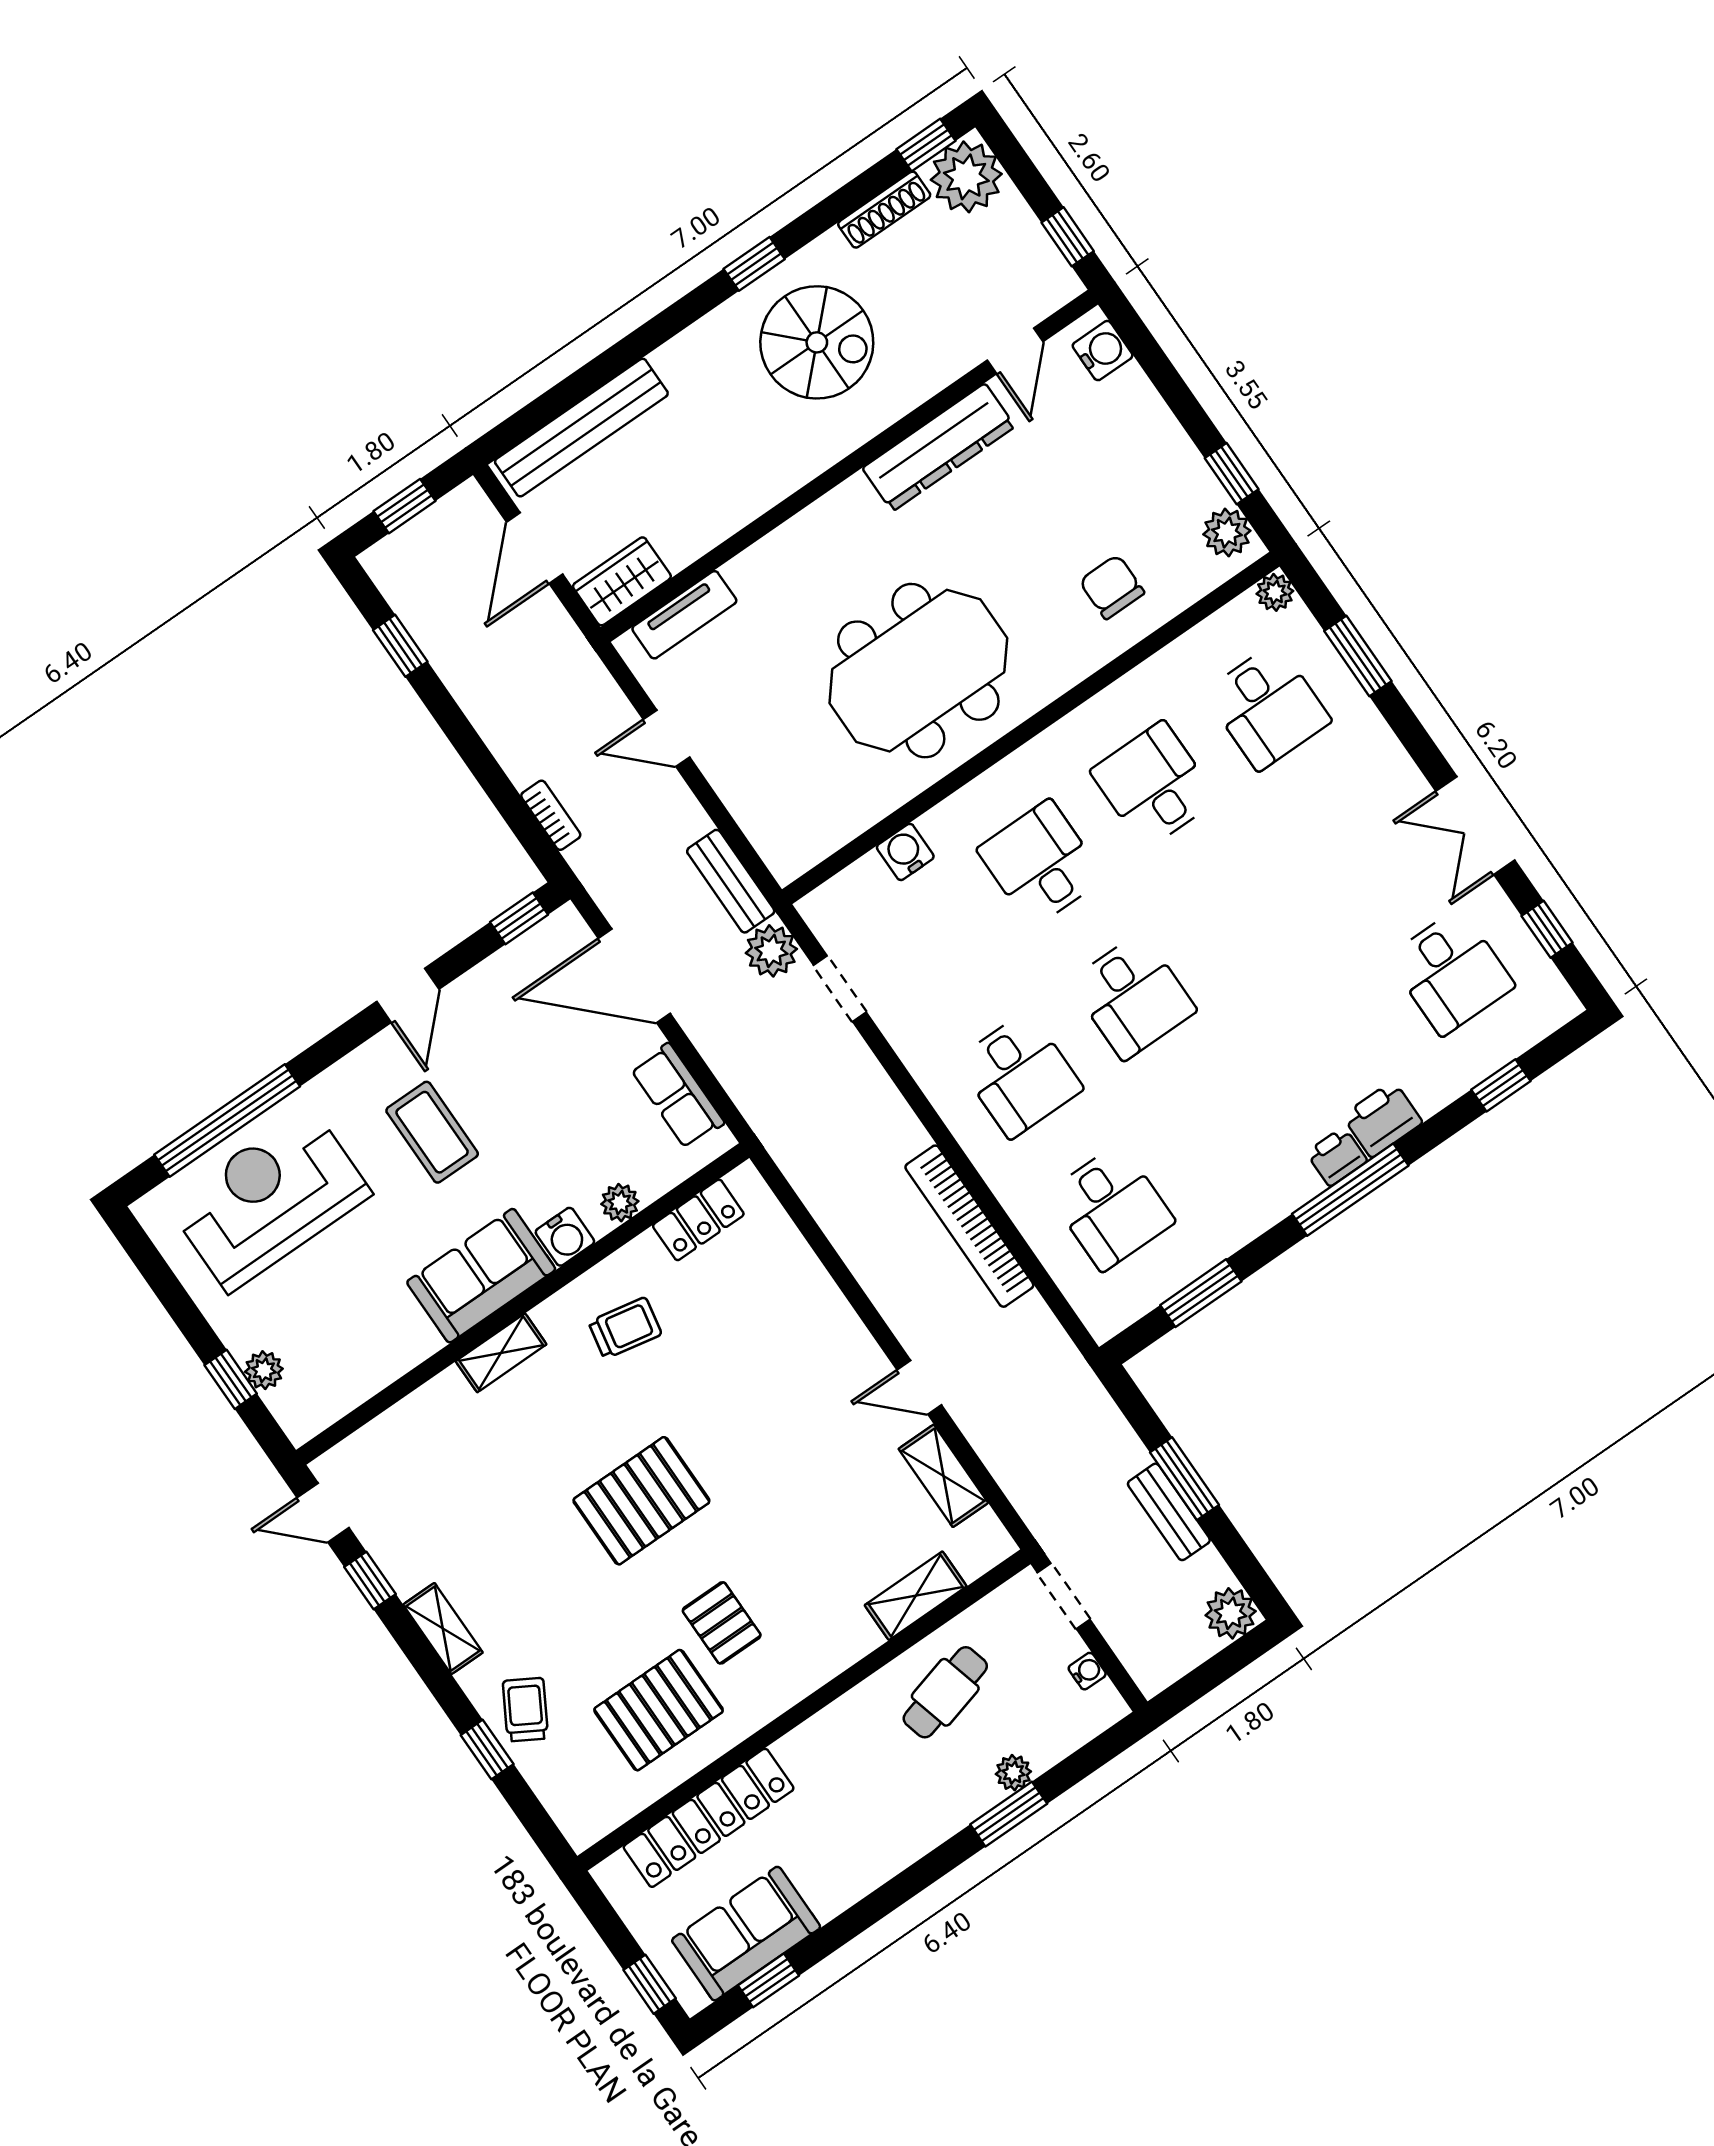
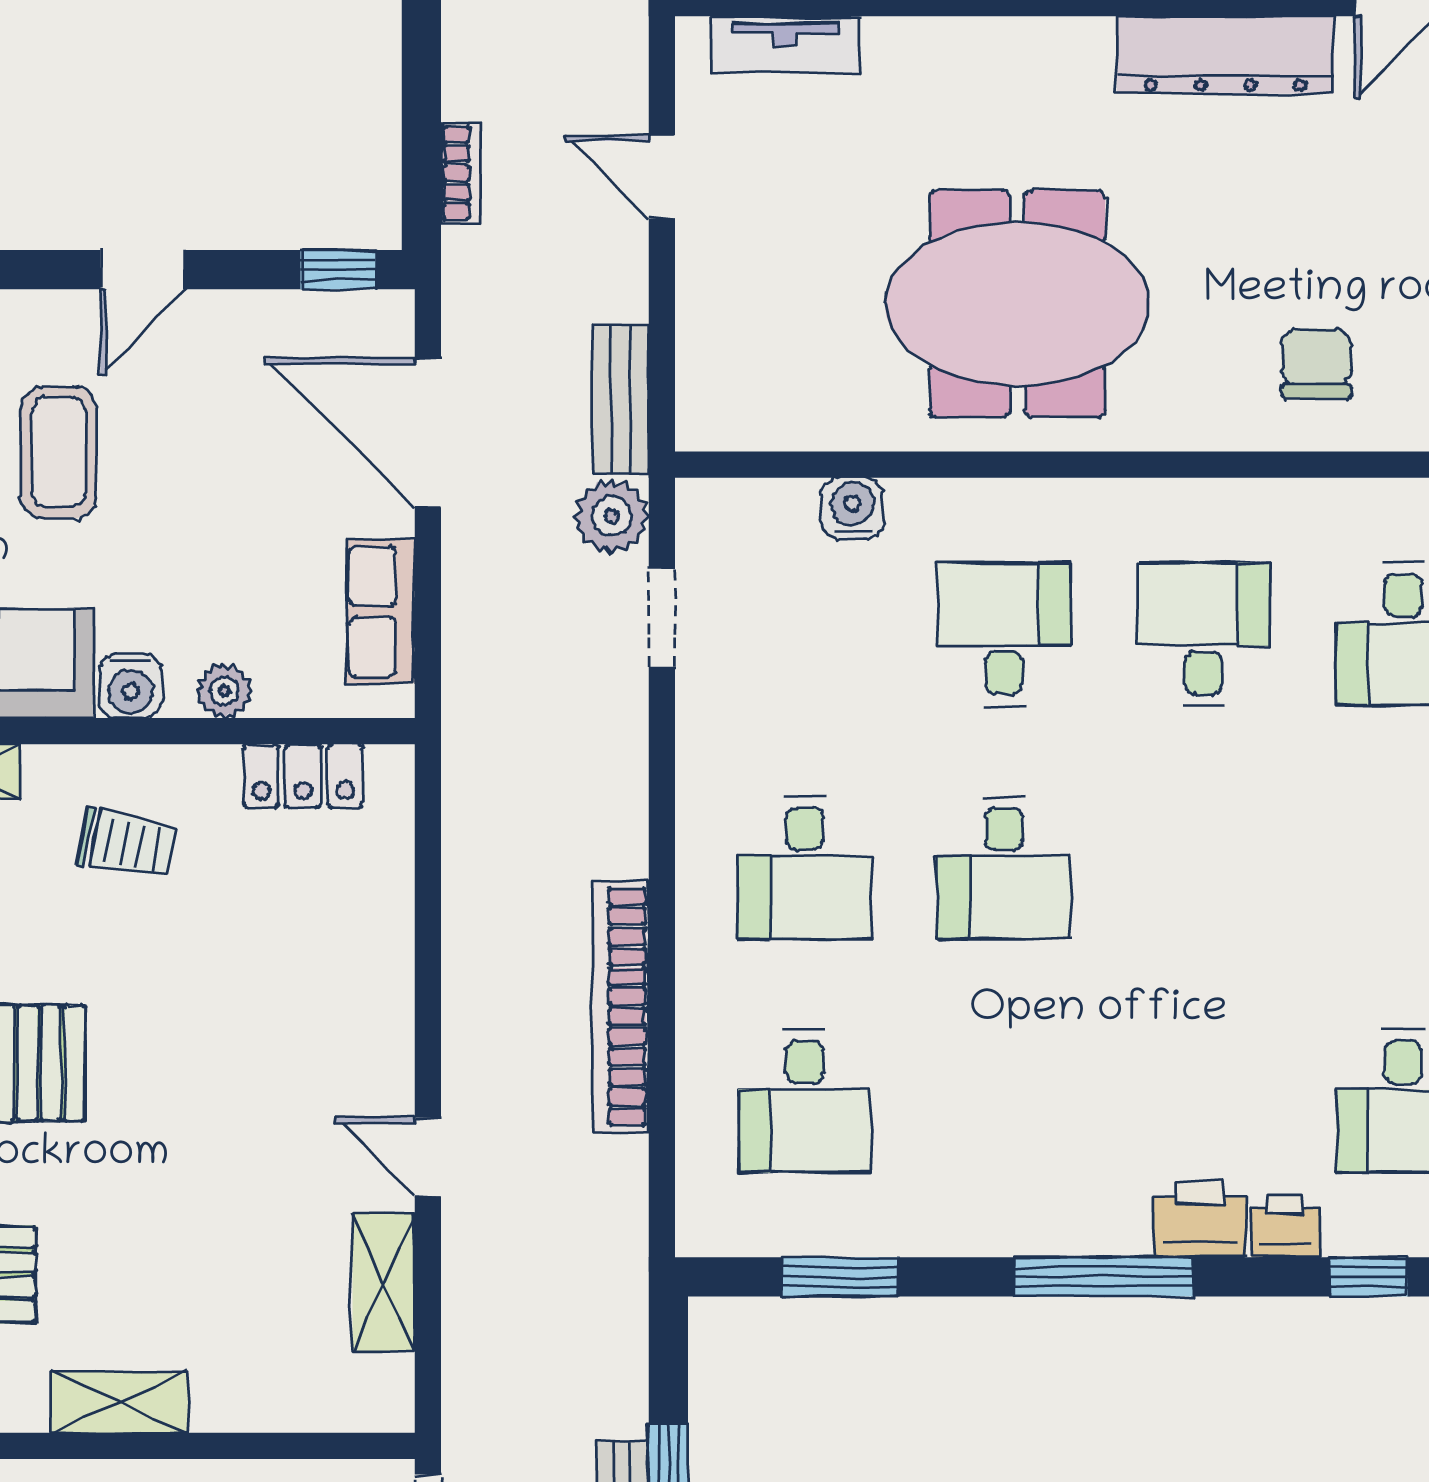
printer: (1337, 1157) -> (1285, 1226), moved
shelving: (916, 1596) -> (119, 1402), moved

